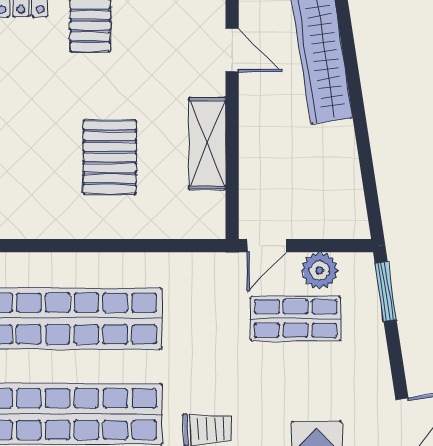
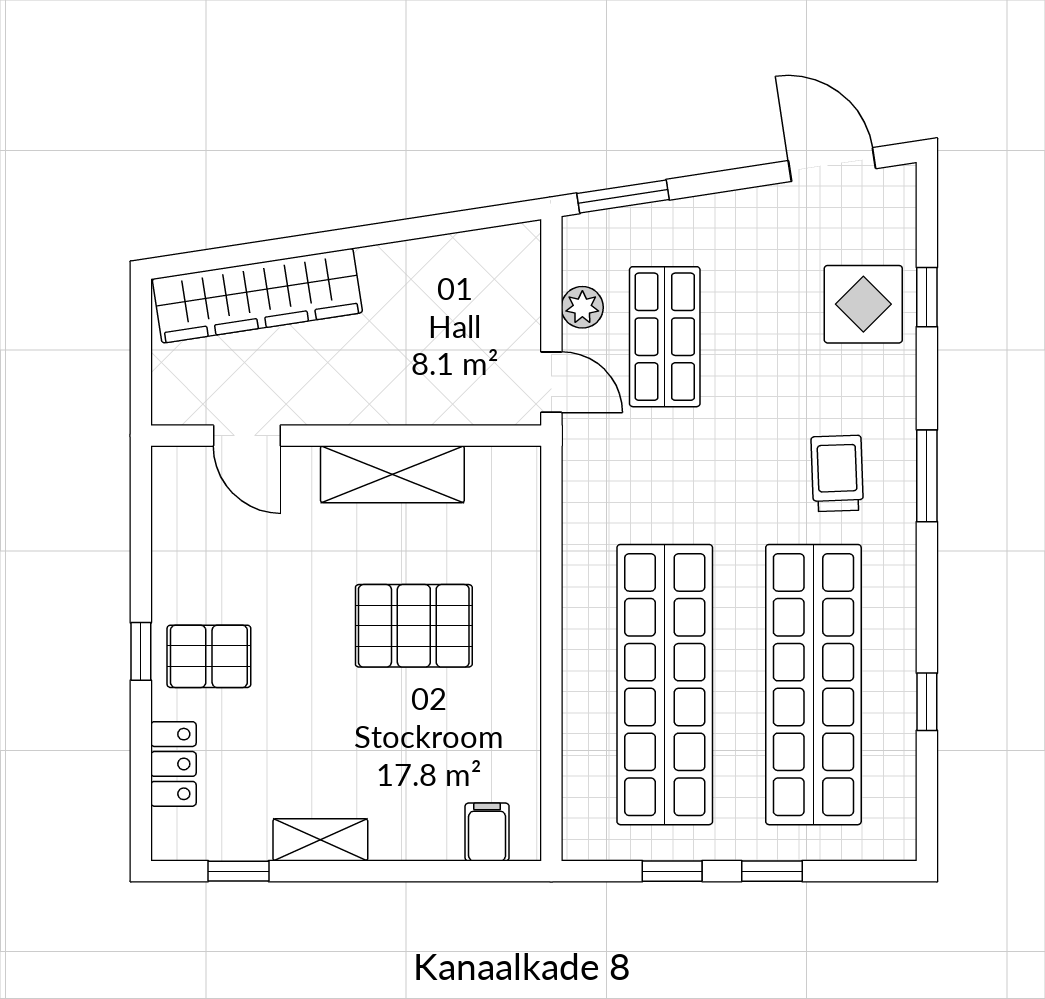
door: (232, 50) -> (247, 436), swing flipped
plant: (320, 271) -> (582, 307), width x0.73, depth x0.73

